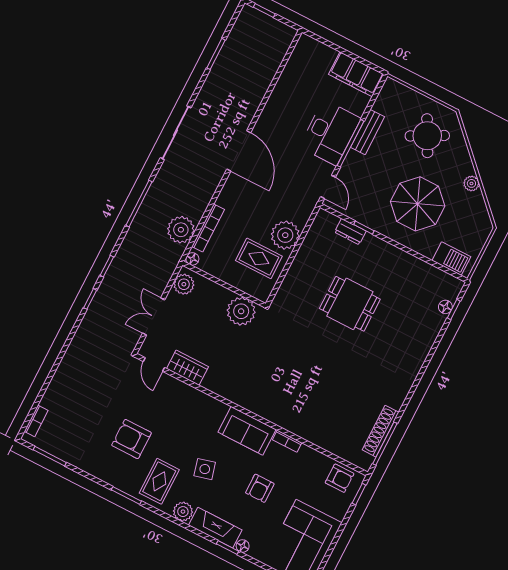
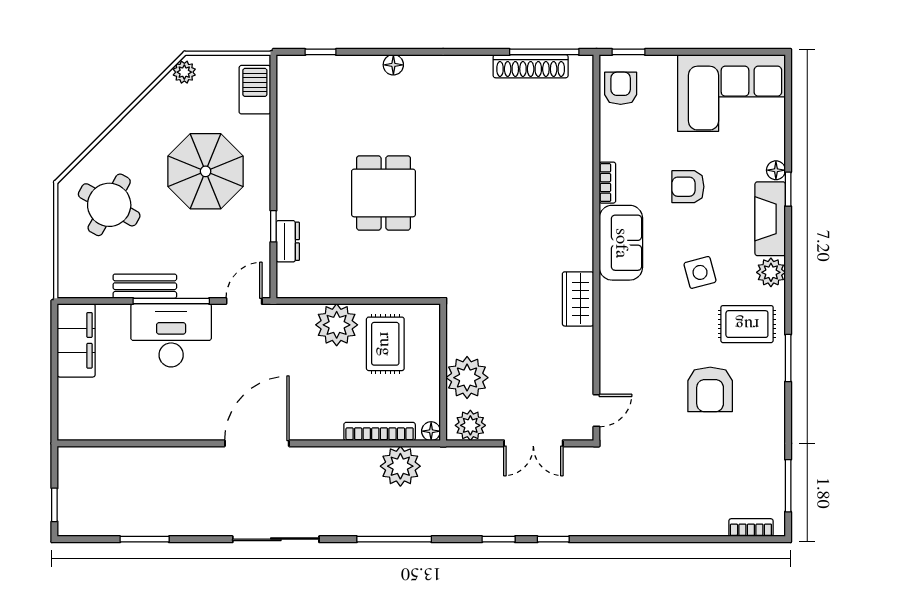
round table: (427, 136) -> (109, 205), turned -33
plant: (471, 183) -> (184, 72), moved
floor lamp: (445, 307) -> (393, 65), moved
plant: (241, 311) -> (467, 378), moved
wardrobe: (187, 368) -> (578, 299), moved
armchair: (260, 488) -> (688, 187), turned 180

